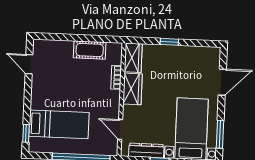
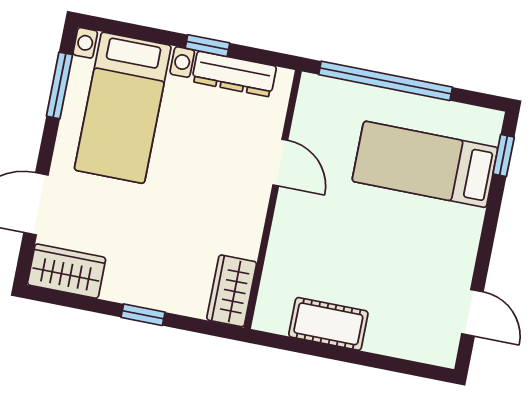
bookcase: (116, 77) -> (277, 252), removed
wardrobe: (132, 89) -> (67, 271), moved, turned 90
door: (120, 129) -> (280, 163), moved

